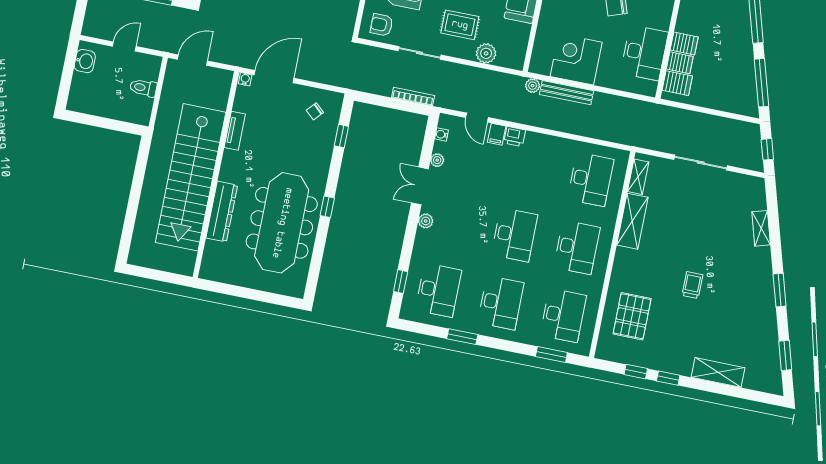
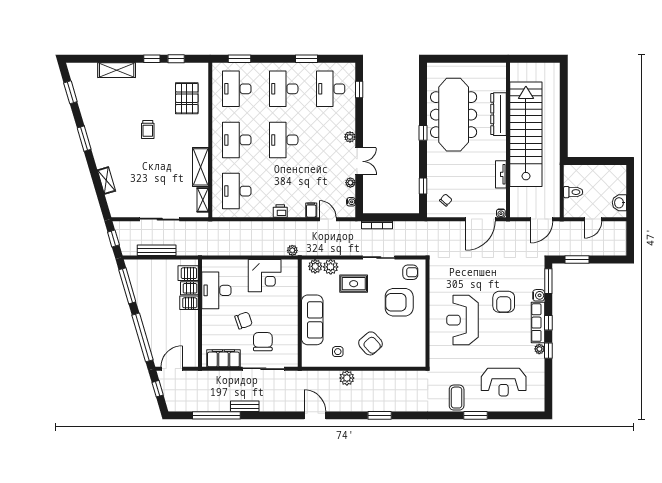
plant: (506, 58) -> (315, 266), added
bench: (567, 93) -> (157, 250), moved
printer: (515, 137) -> (280, 211), moved

